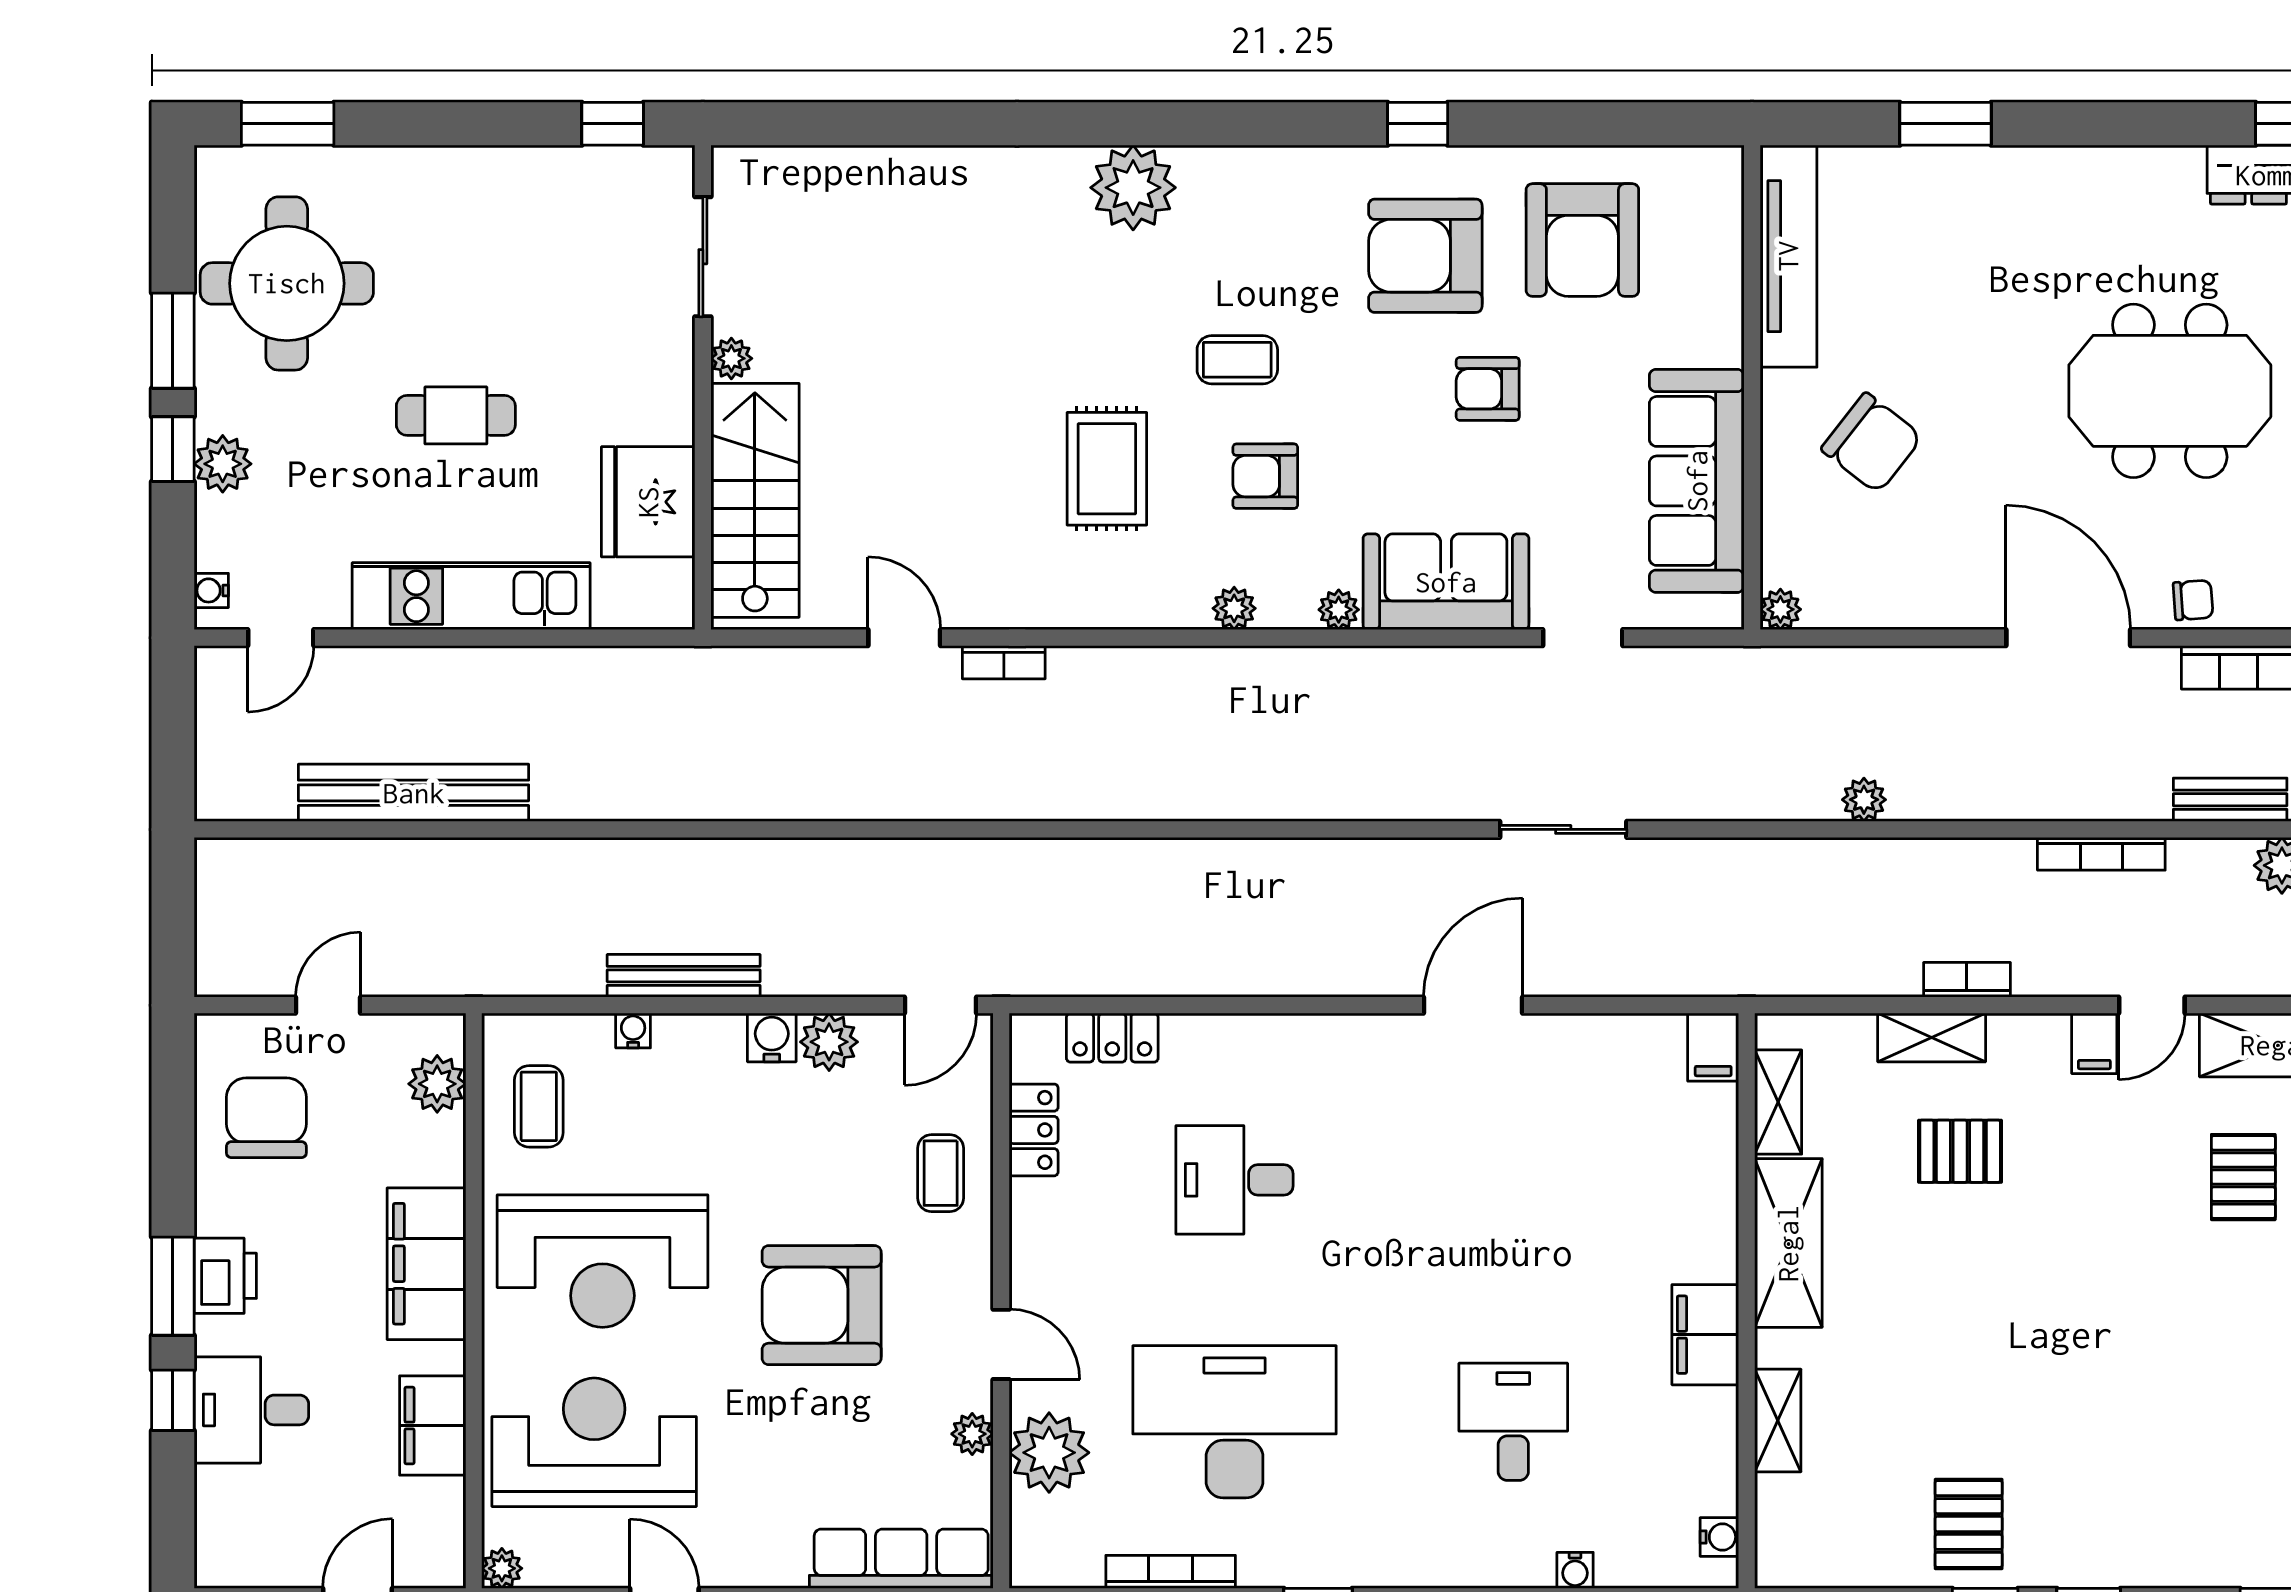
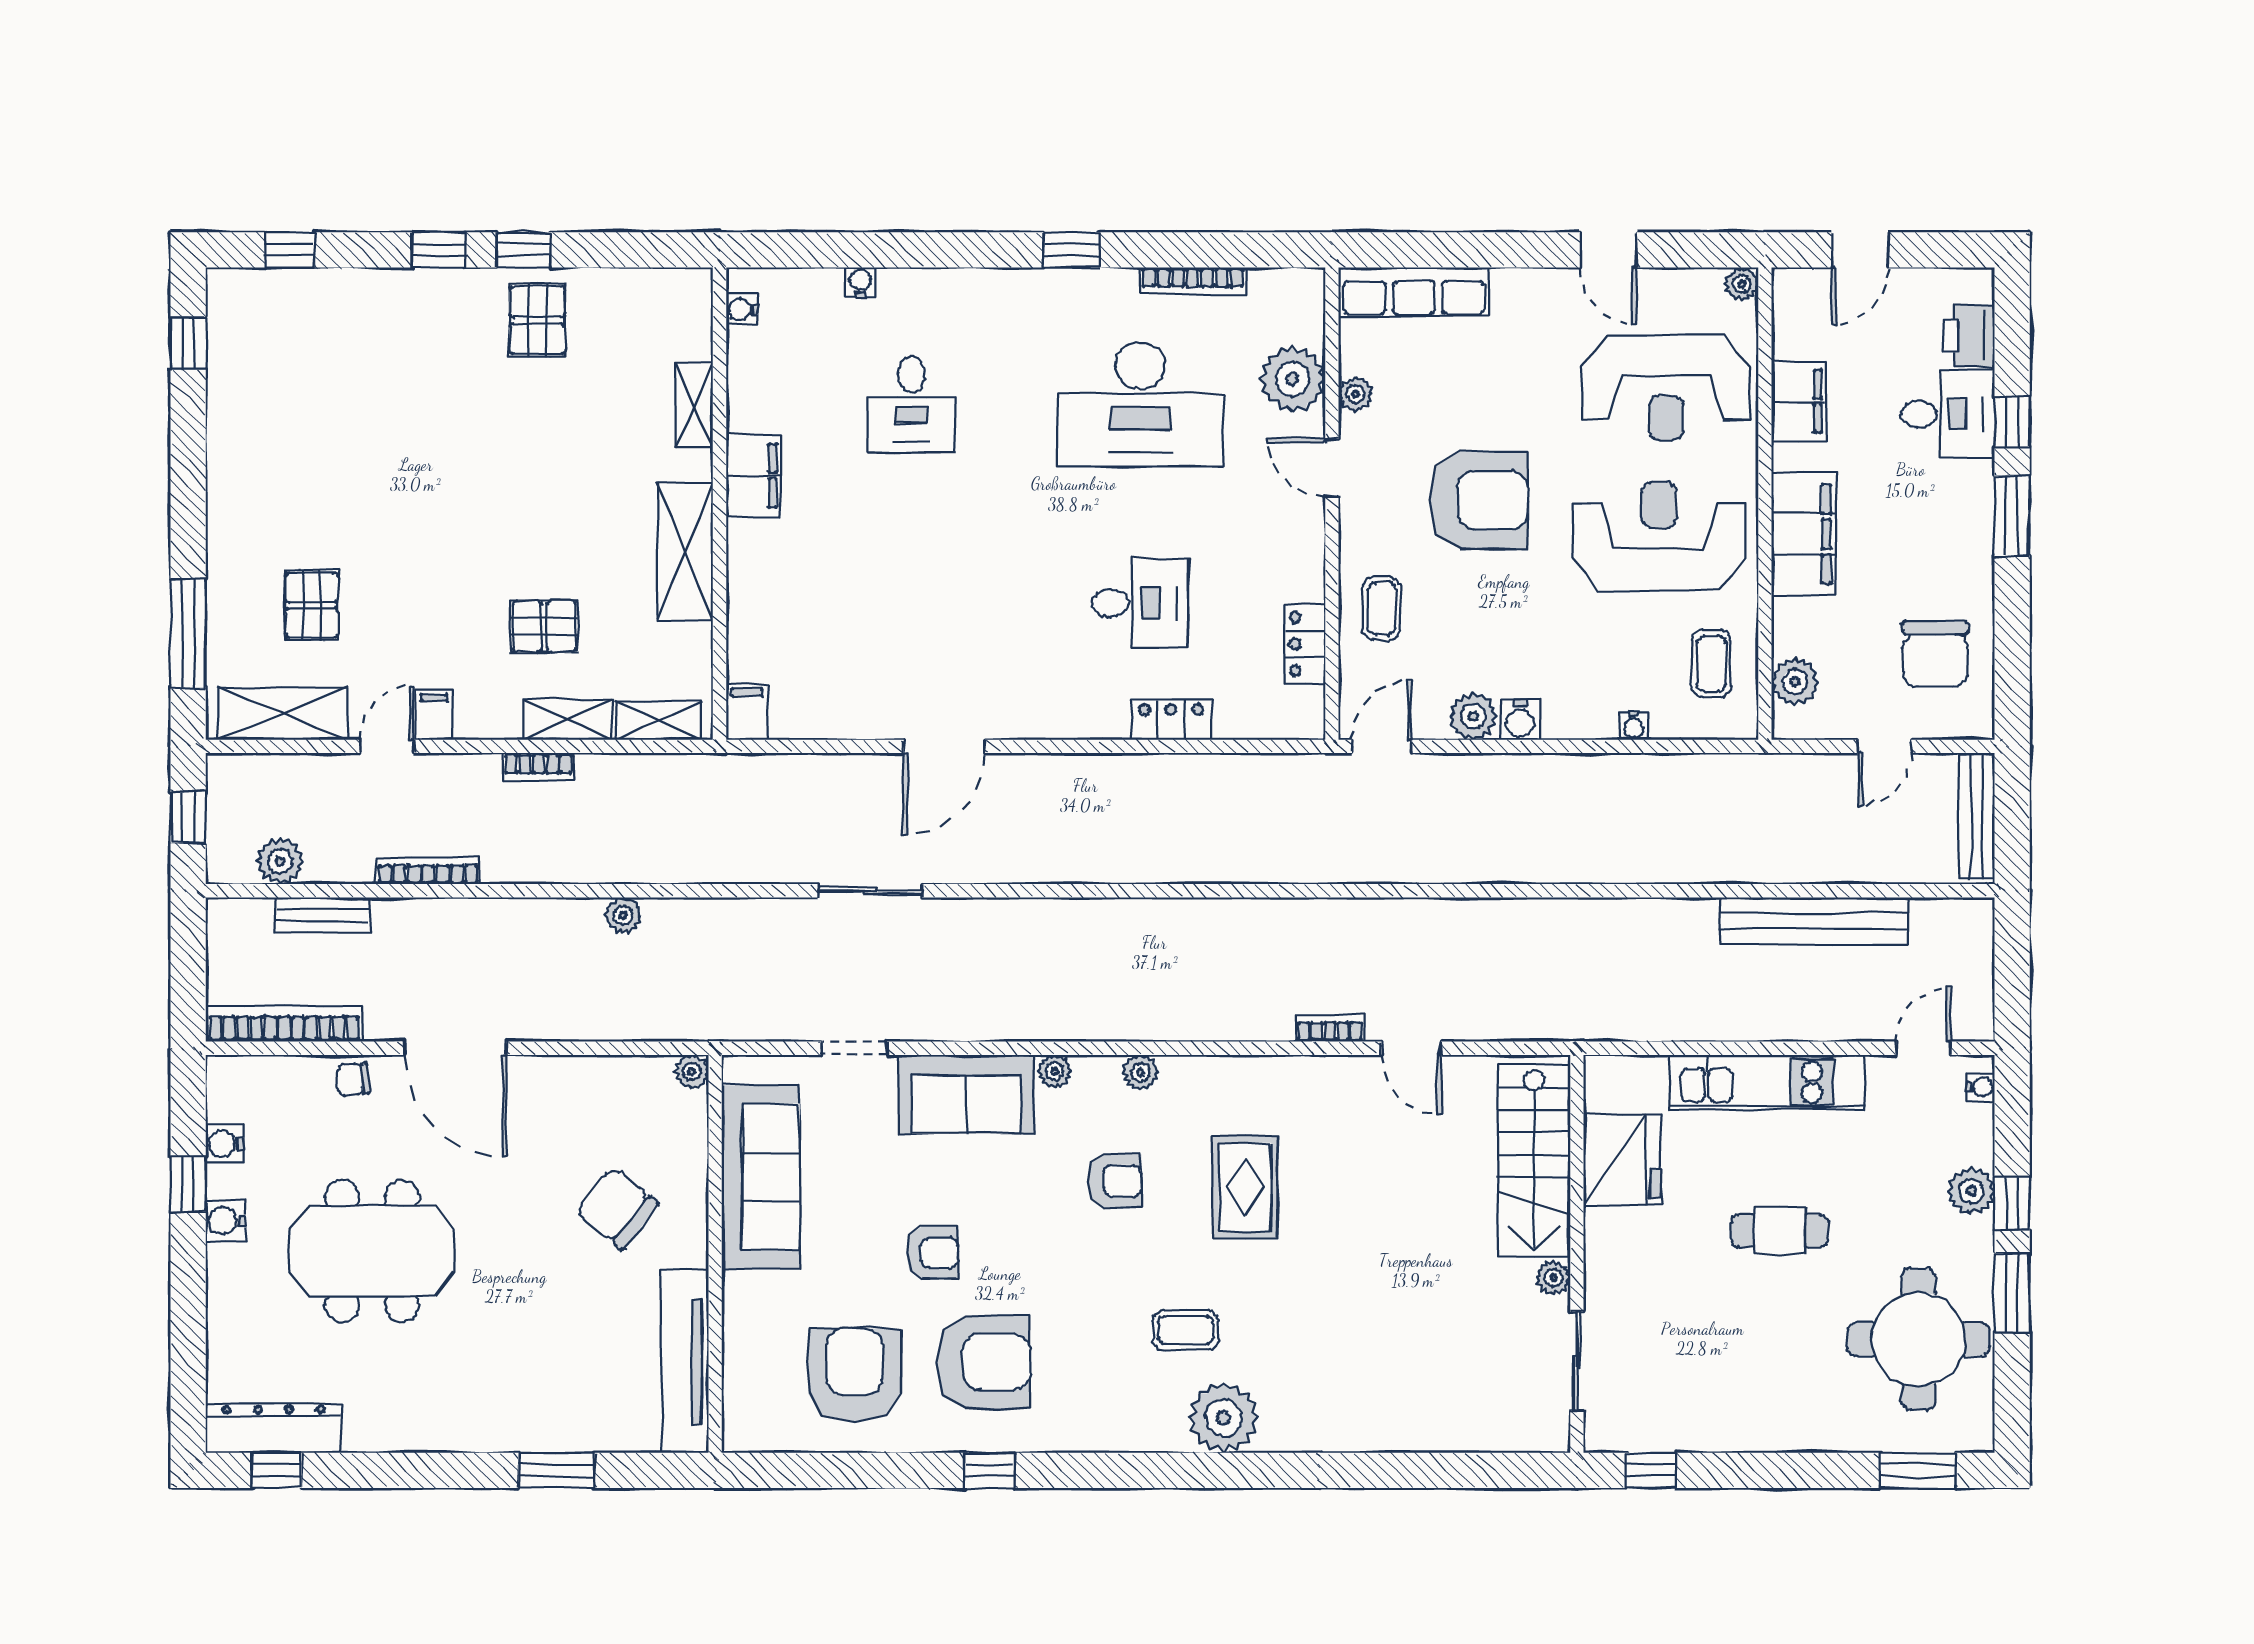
coffee table: (1237, 360) -> (1186, 1330), moved
bench: (684, 976) -> (1977, 816), moved, turned 90
locker: (1112, 1038) -> (1171, 720), moved
shelving: (1778, 1102) -> (658, 721), moved, turned 90
printer: (225, 1276) -> (1969, 336), moved

